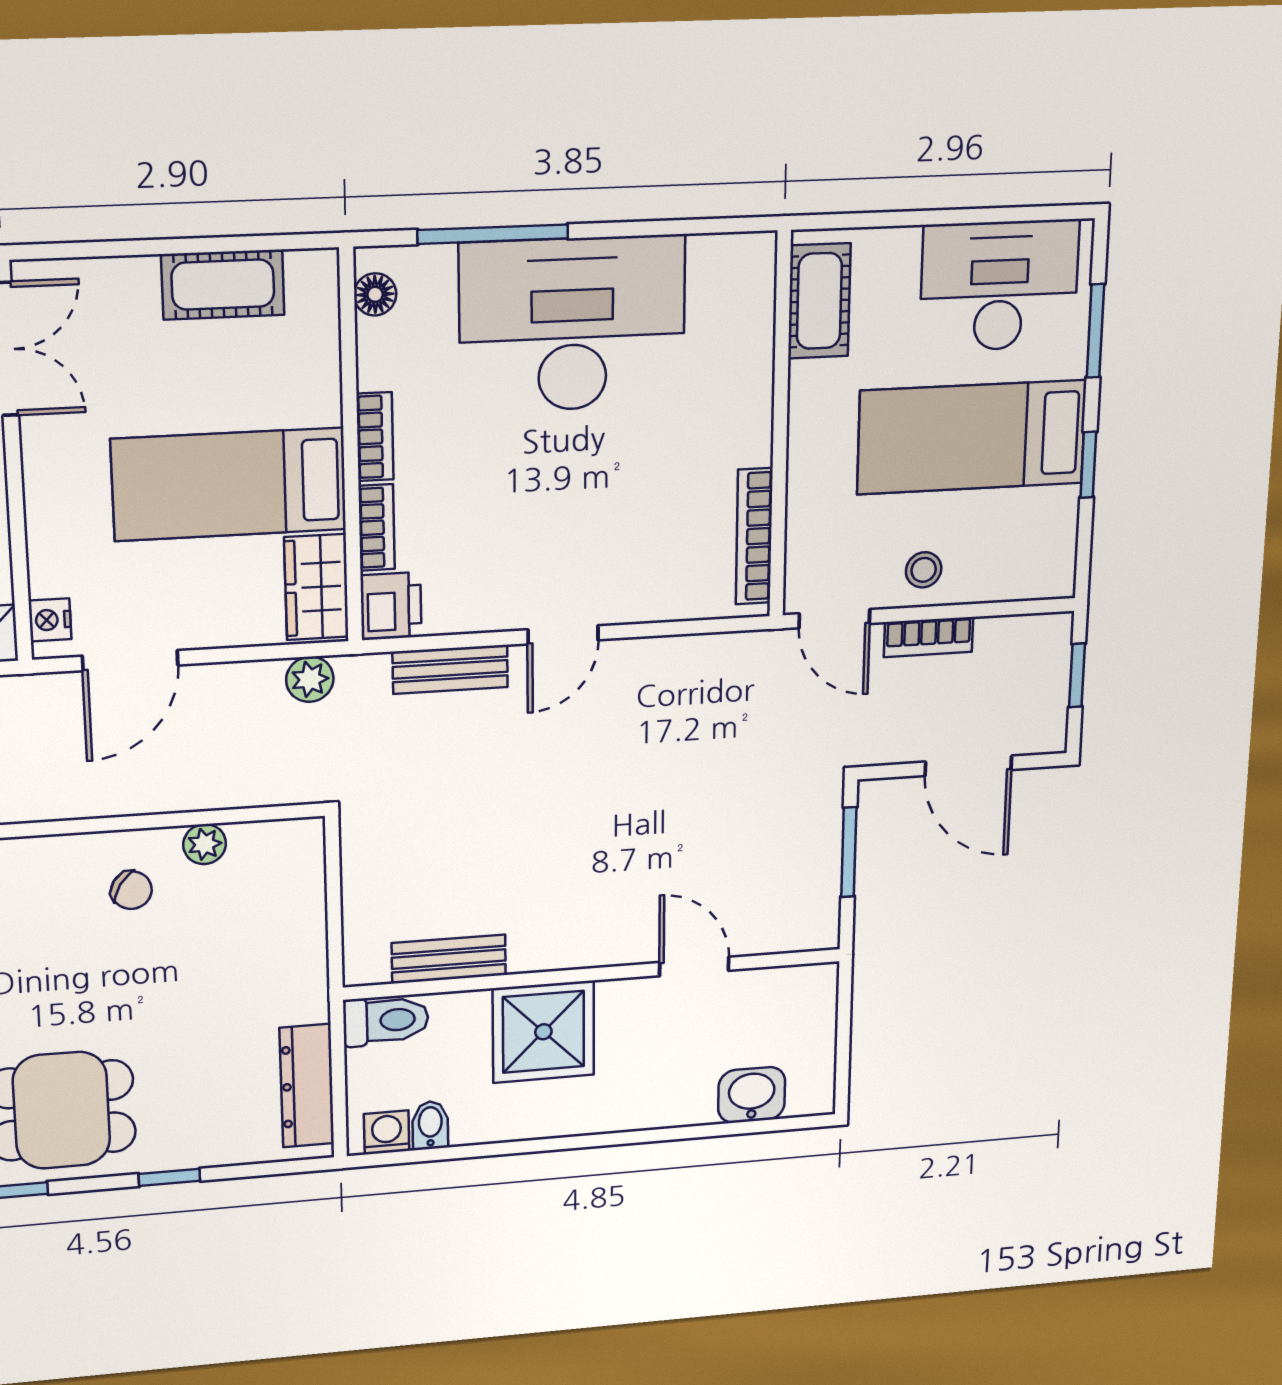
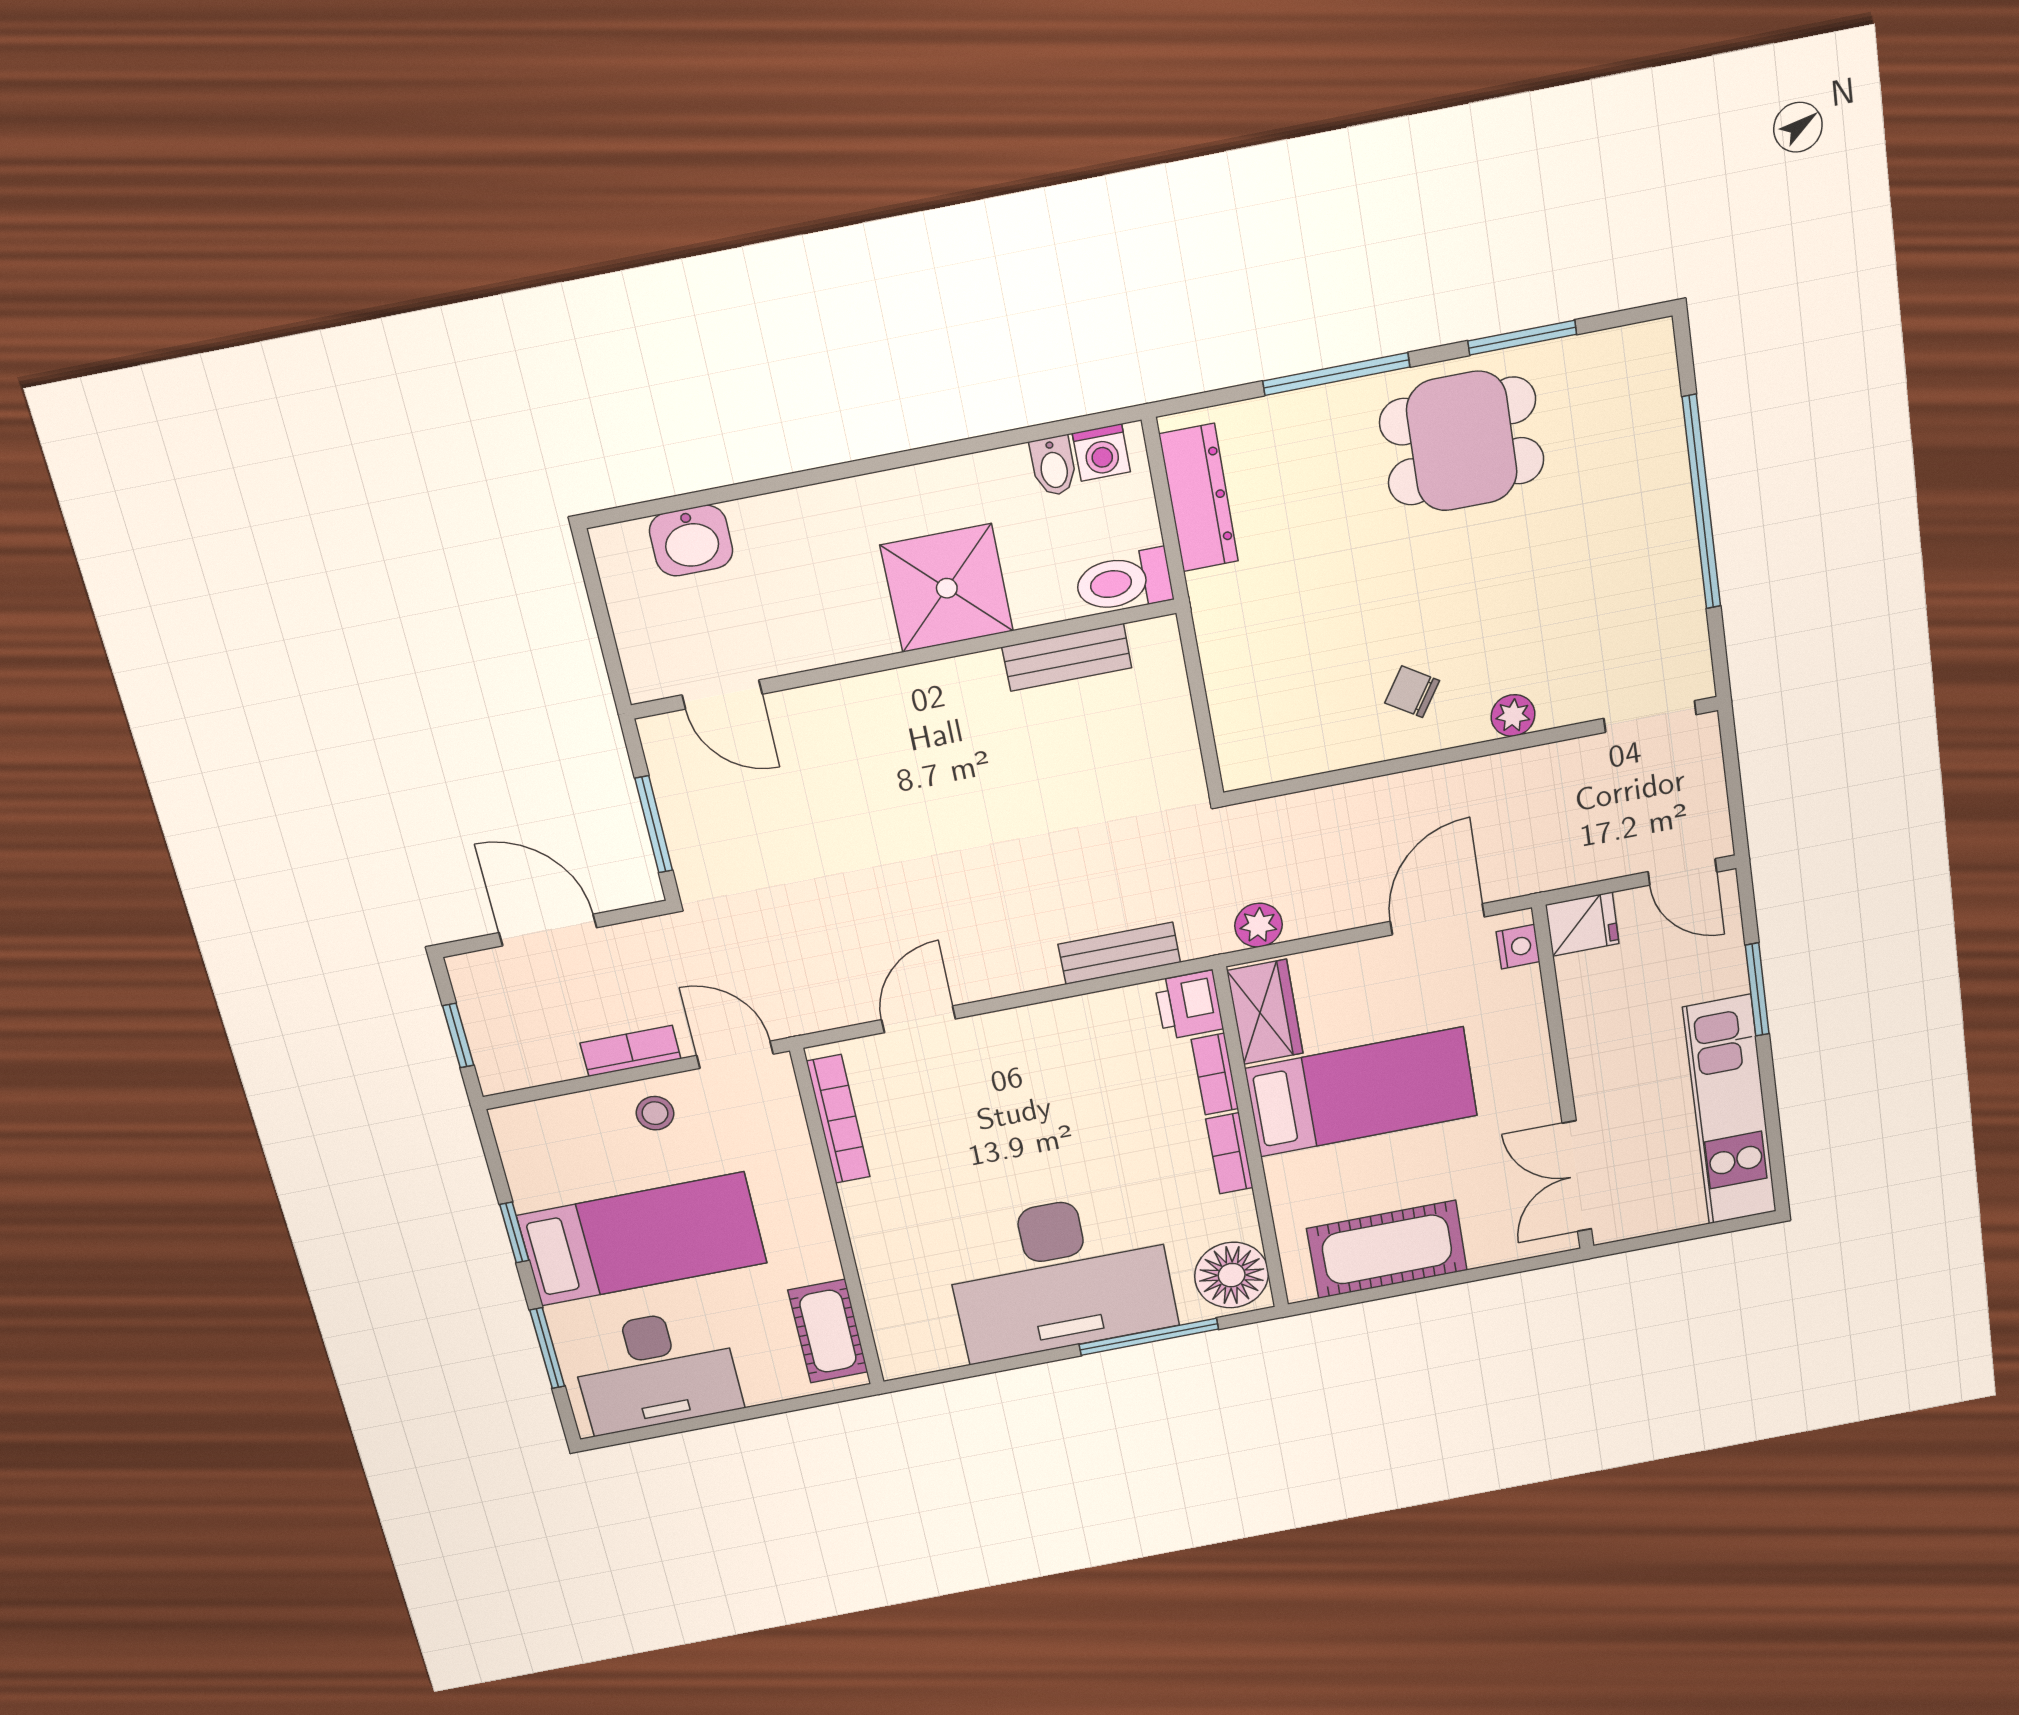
cot: (223, 285) -> (1387, 1249), width x1.37, depth x1.34
floor lamp: (375, 294) -> (1232, 1275), width x1.89, depth x1.89
door: (563, 635) -> (919, 1019), moved
plant: (205, 844) -> (1513, 715), moved
door: (694, 966) -> (722, 694), moved
window: (169, 1177) -> (1336, 374), width x2.17

